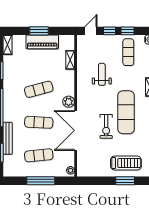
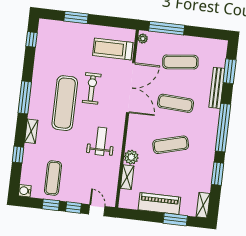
window: (39, 31) -> (175, 219), moved
door: (91, 31) -> (97, 210), swing flipped
weight bench: (102, 74) -> (101, 141), moved, turned 180
plant: (69, 102) -> (131, 157), moved
treadmill: (126, 163) -> (113, 49), moved
window: (41, 181) -> (167, 28), moved

